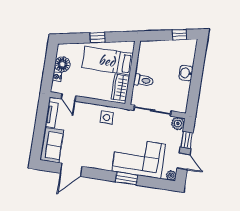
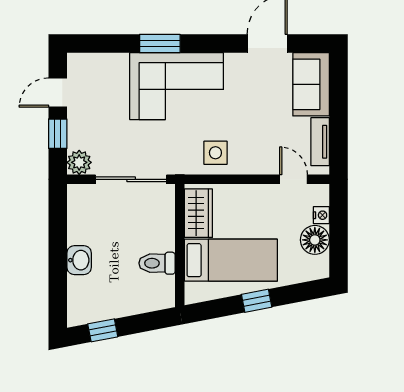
toilet: (143, 80) -> (157, 263), moved
corner sofa: (139, 158) -> (177, 86), moved
door: (183, 161) -> (58, 93), hinge flipped
plant: (171, 176) -> (76, 62), removed

